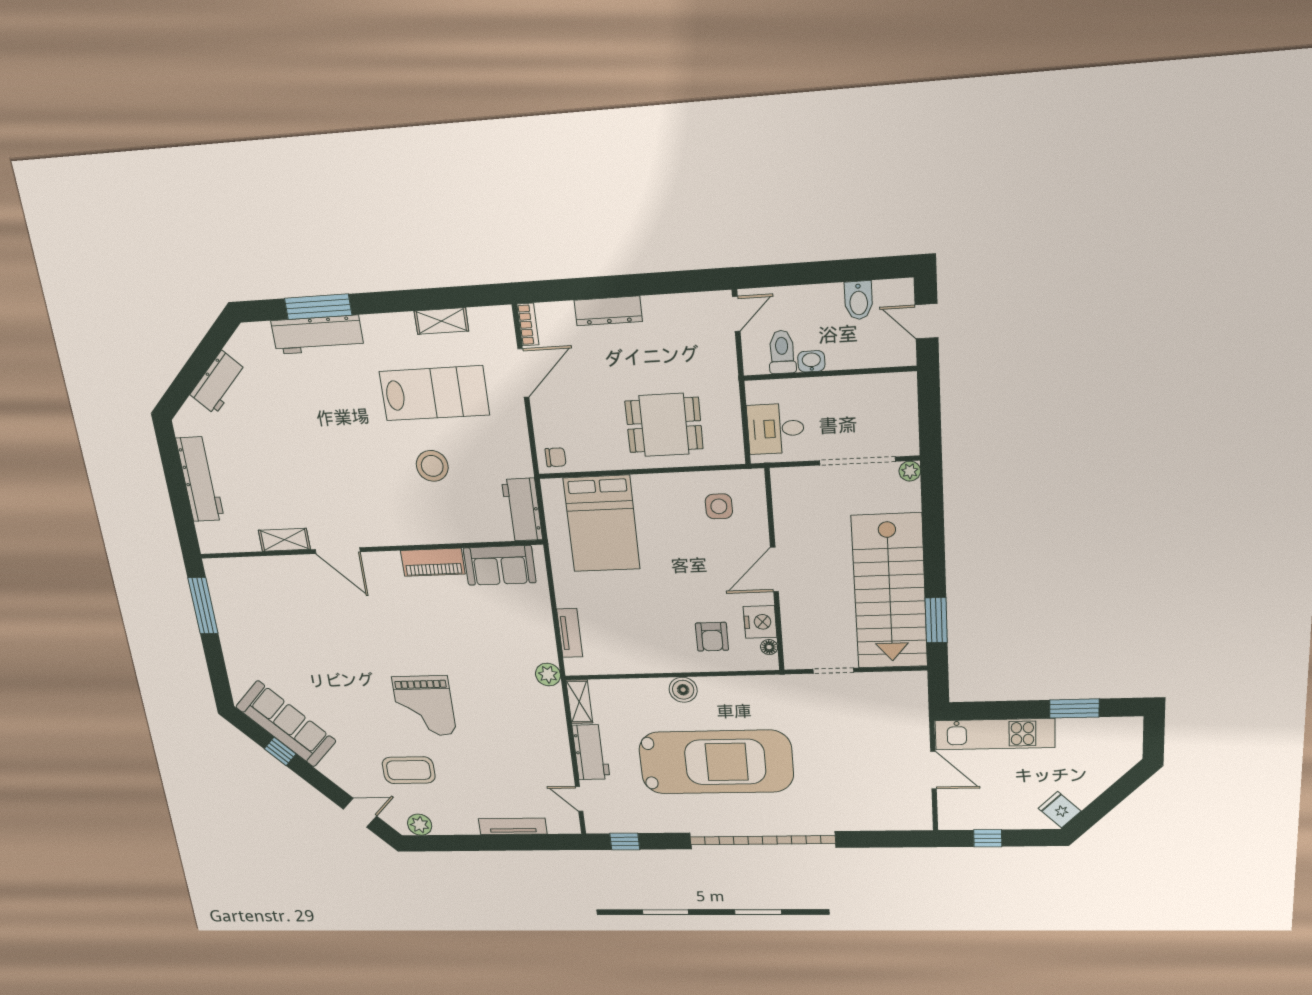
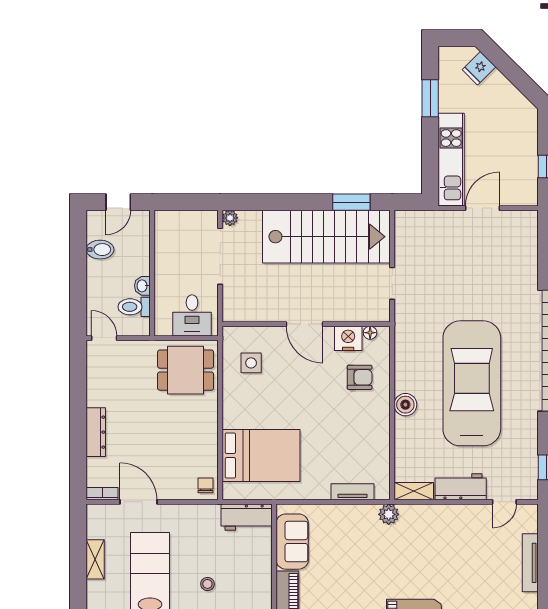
dining table: (664, 425) -> (186, 370), moved, turned 90
stool: (432, 466) -> (207, 584), width x0.53, depth x0.53
fridge: (1060, 810) -> (479, 68), moved

